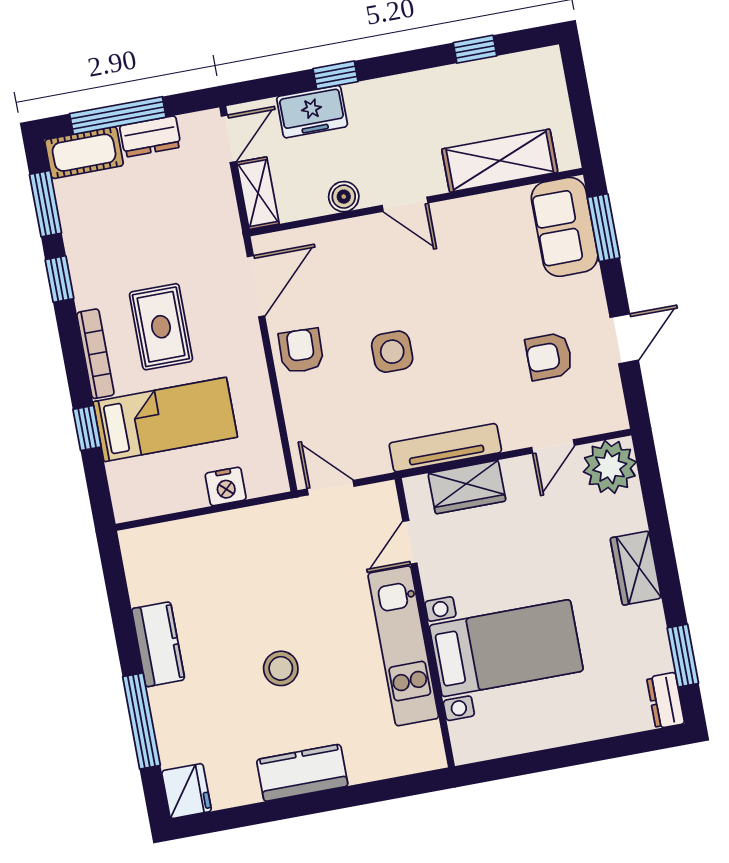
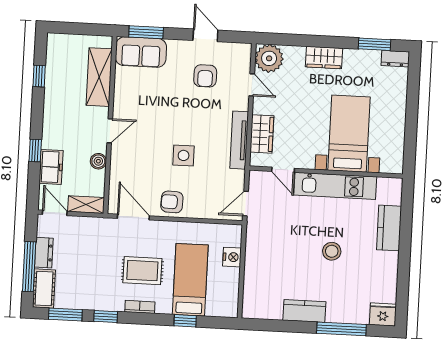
bookcase: (95, 354) -> (140, 307), width x0.64
kitchen counter: (302, 773) -> (389, 228), moved

